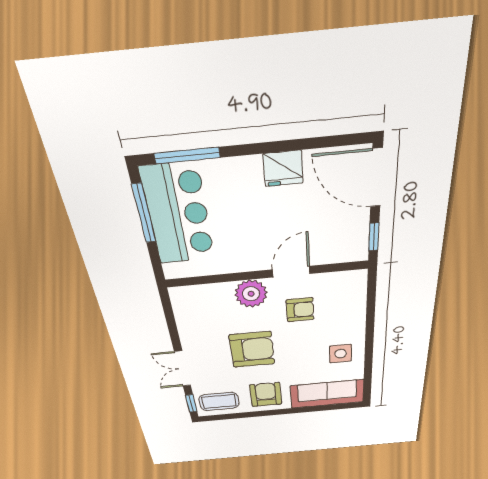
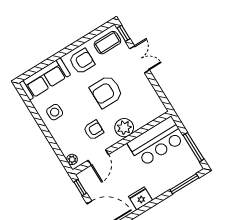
bar counter: (178, 215) -> (156, 142), moved, turned -90
door: (291, 272) -> (98, 157), moved
plant: (358, 284) -> (72, 159), added
armchair: (300, 310) -> (94, 130), turned 180
armchair: (266, 395) -> (82, 61), turned -90

